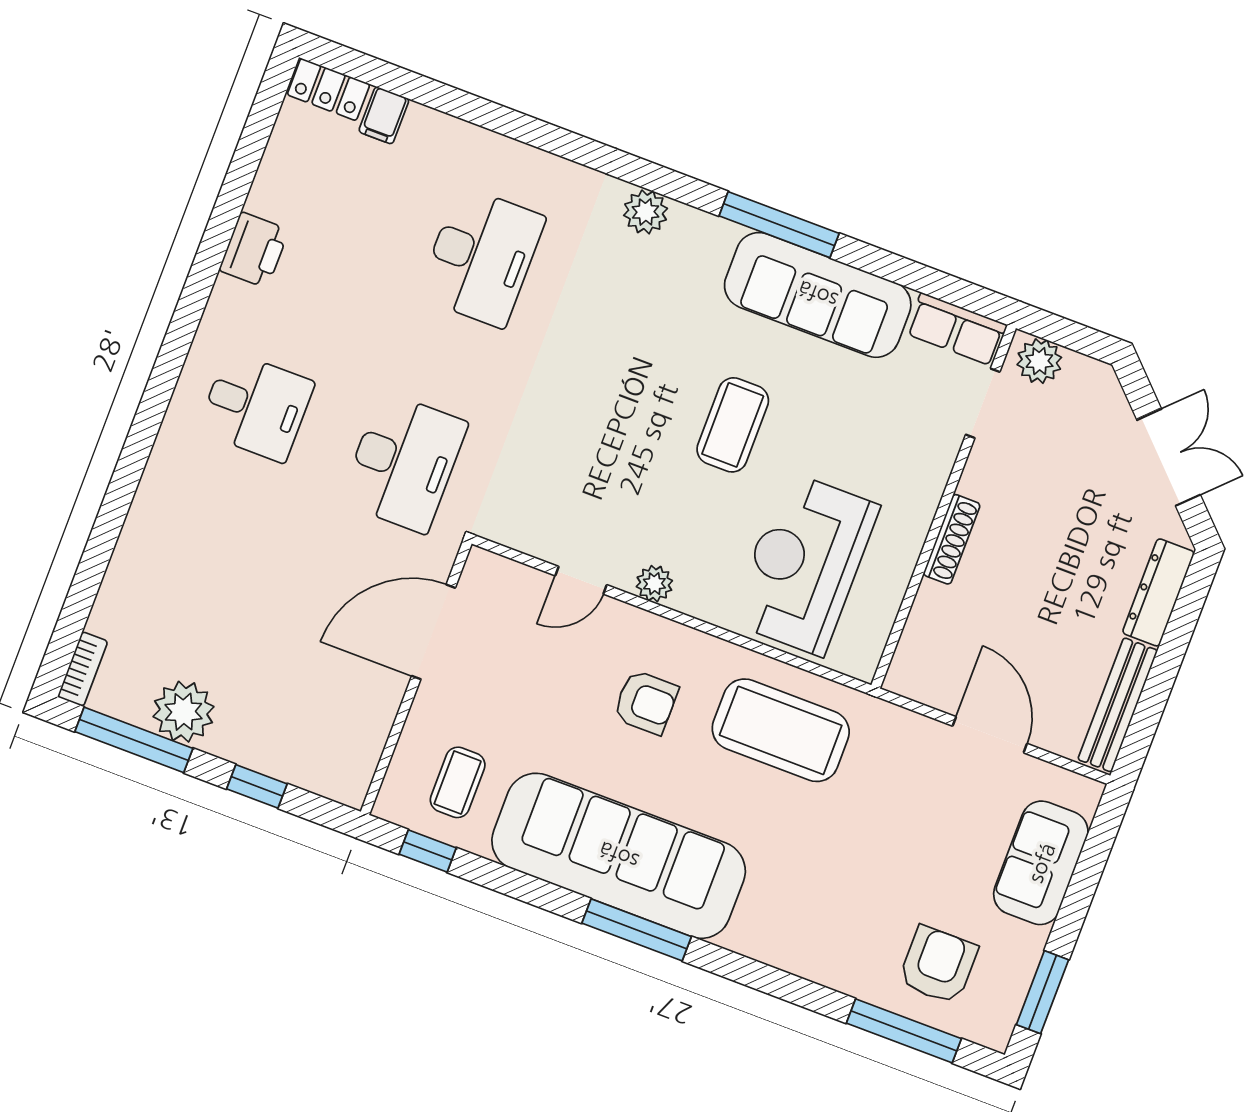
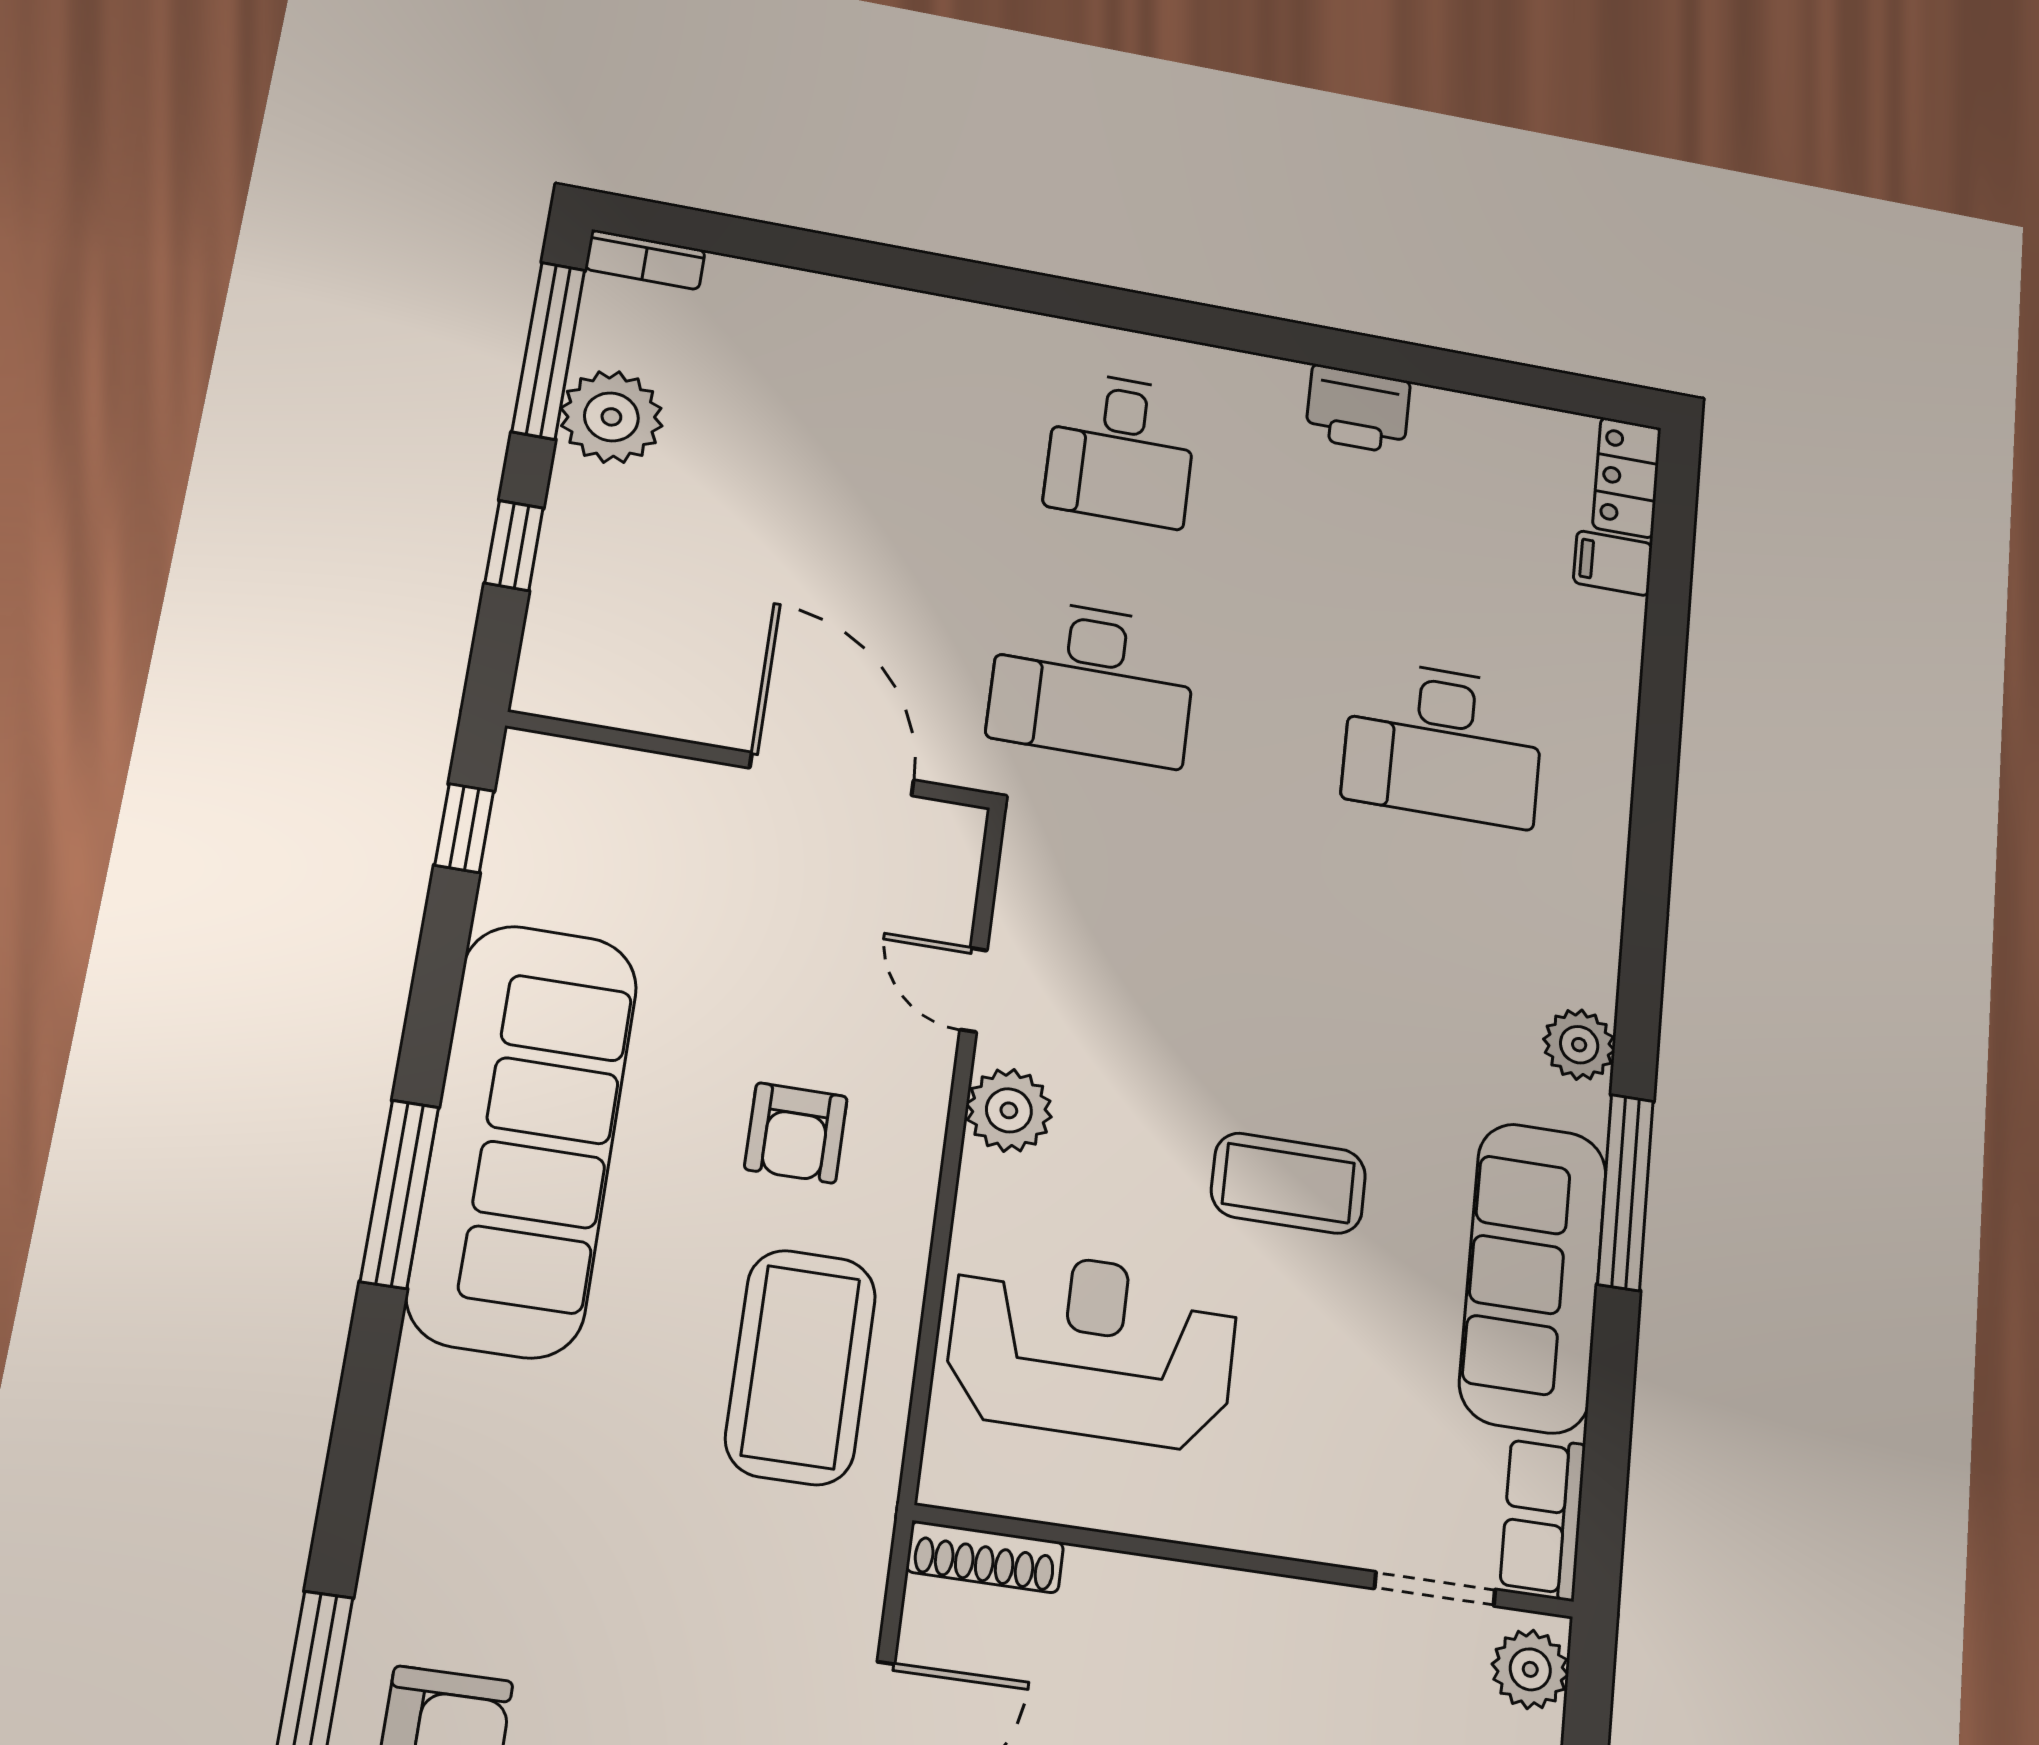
plant: (646, 212) -> (1579, 1045), moved
shoe rack: (952, 539) -> (985, 1557), moved
plant: (654, 584) -> (1009, 1110), width x1.38, depth x1.38
coffee table: (458, 782) -> (591, 855), removed

